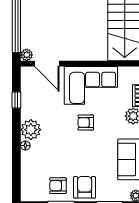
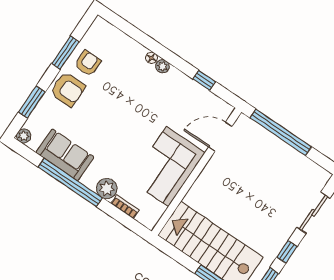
plant: (27, 55) -> (243, 122), removed
armchair: (86, 123) -> (133, 136), removed
plant: (31, 130) -> (162, 66), width x0.53, depth x0.53

